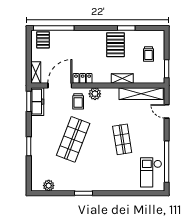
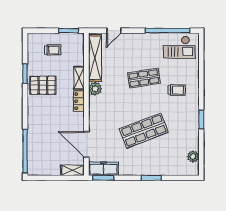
pallet: (43, 40) -> (38, 163), removed
locker: (83, 78) -> (79, 101), moved
plant: (95, 94) -> (95, 89), moved
trolley: (78, 101) -> (177, 90), moved
shop shelf: (73, 139) -> (144, 130), turned -42

